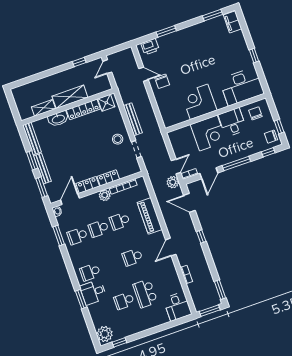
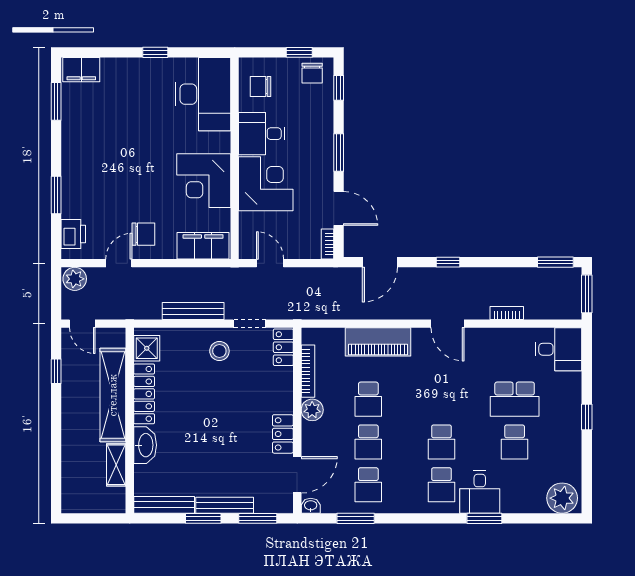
shelving: (70, 97) -> (113, 395), width x1.47
filing cabinet: (167, 113) -> (203, 246), added
window: (236, 163) -> (339, 152), width x0.69
door: (176, 166) -> (270, 263), moved
locker: (108, 178) -> (283, 347), moved
plant: (173, 182) -> (75, 279), moved
door: (70, 199) -> (297, 475), swing flipped
school desk: (132, 257) -> (441, 442), moved
window: (119, 342) -> (587, 417), moved

